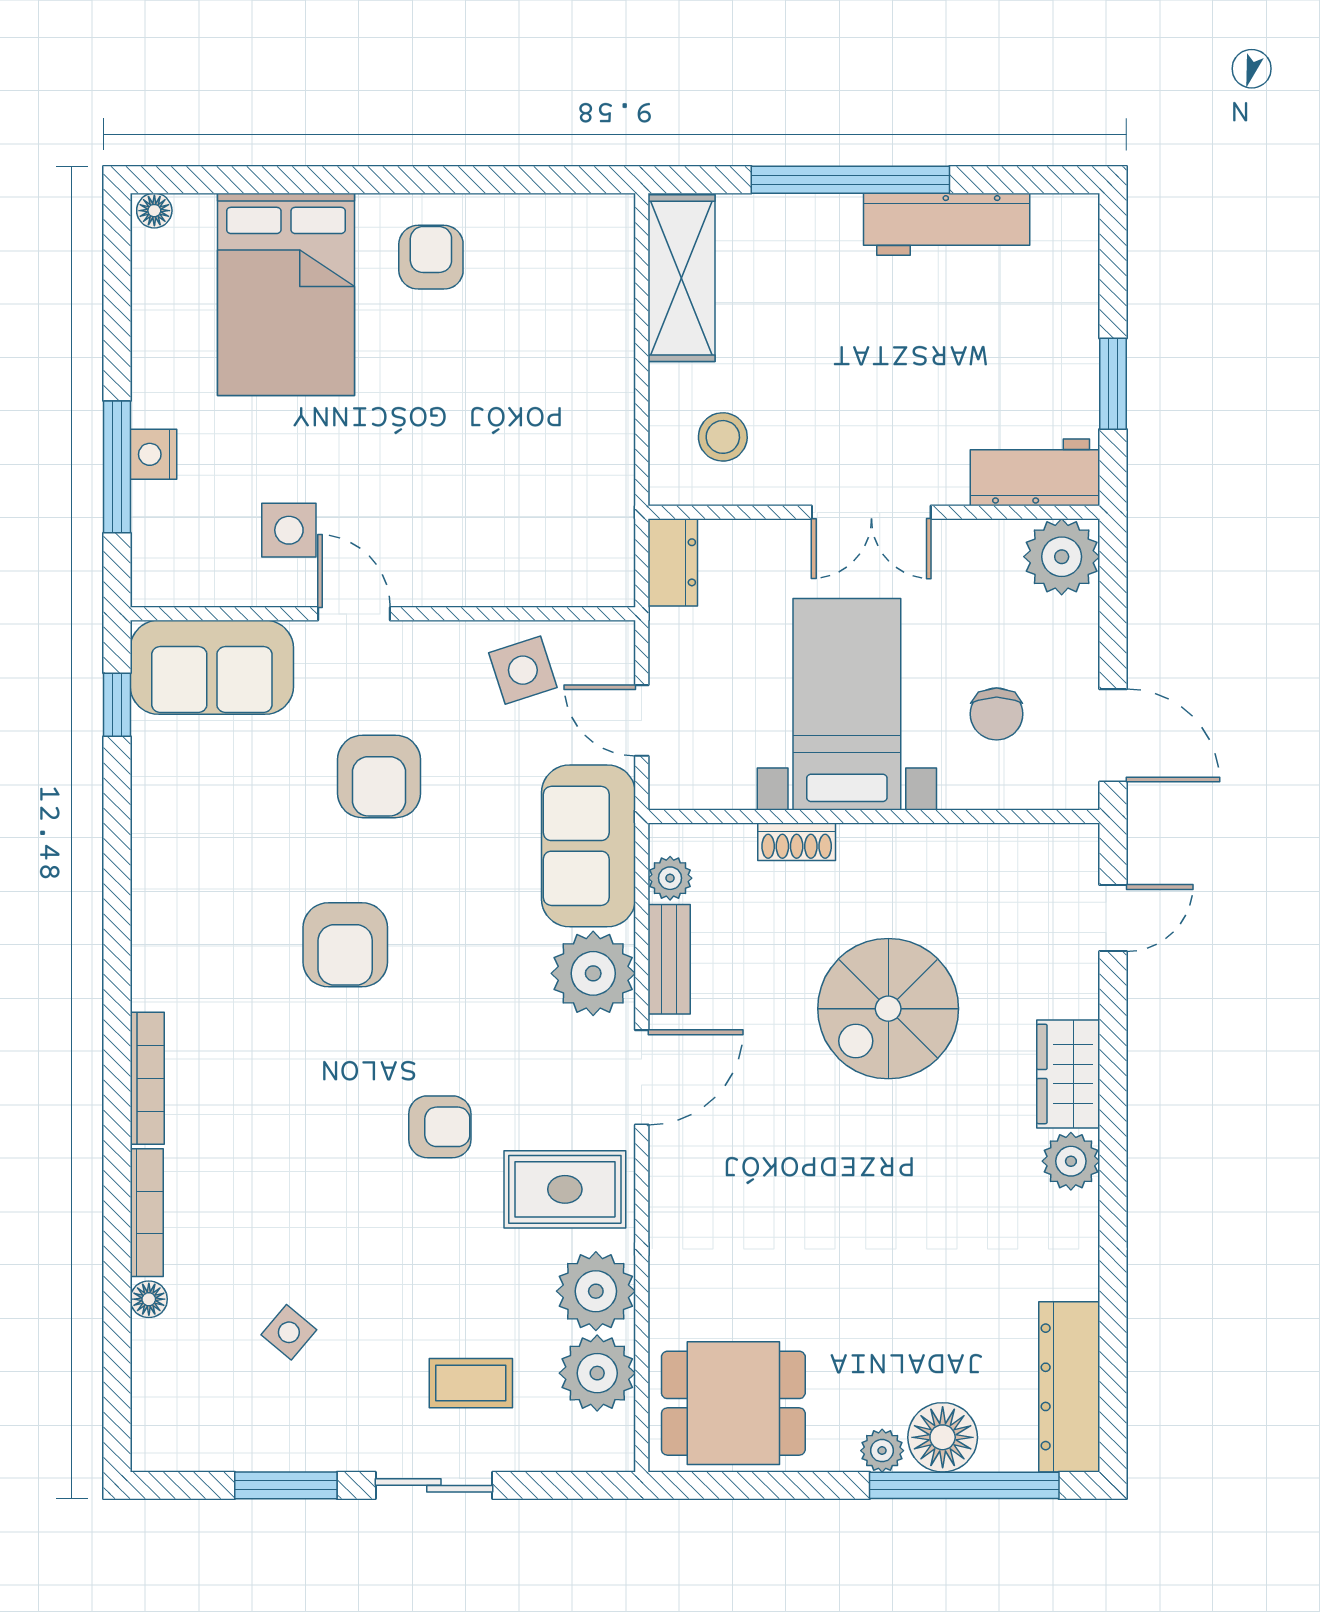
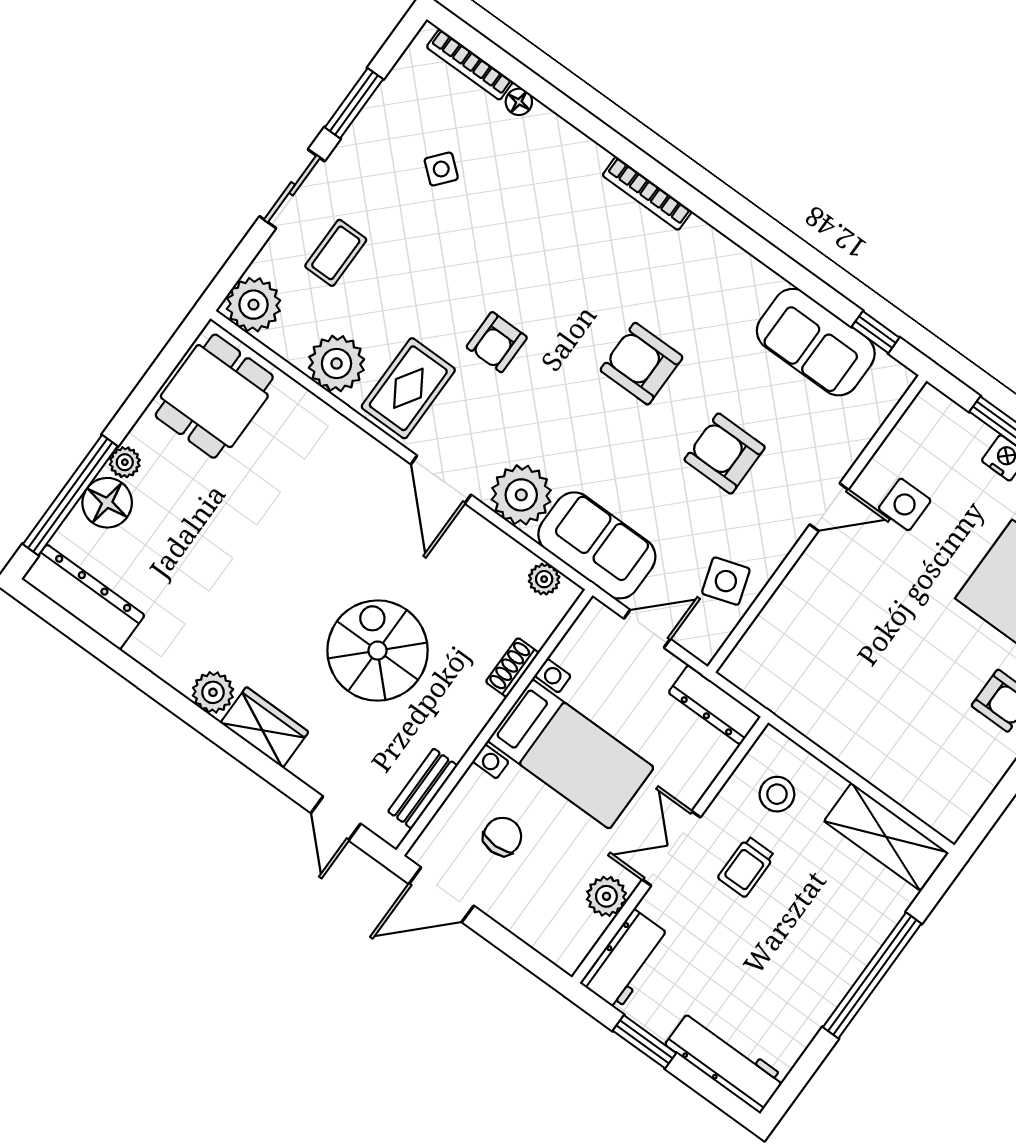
workbench: (947, 224) -> (725, 1061), moved, turned 90
trolley: (830, 412) -> (746, 867), added
plant: (1062, 557) -> (606, 896), moved, width x0.73, depth x0.73
dresser: (673, 562) -> (714, 705), width x1.44
sofa: (212, 667) -> (816, 342), moved, turned -90
chair: (997, 714) -> (502, 836), turned 90
bench: (669, 959) -> (423, 789), moved, turned 90
bookcase: (147, 1213) -> (470, 64), moved
plant: (597, 1373) -> (253, 305), moved

